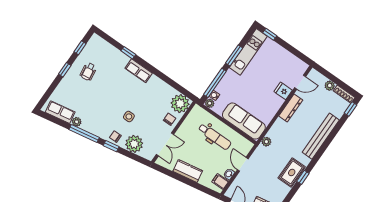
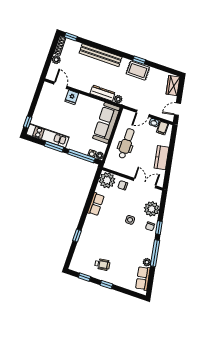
row of seats: (139, 71) -> (96, 204), moved
dresser: (291, 108) -> (103, 93), moved

